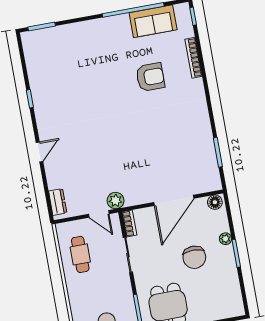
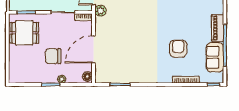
piano: (110, 25) -> (218, 28), added
armchair: (150, 77) -> (178, 49), turned 180
door: (174, 200) -> (93, 49), hinge flipped

